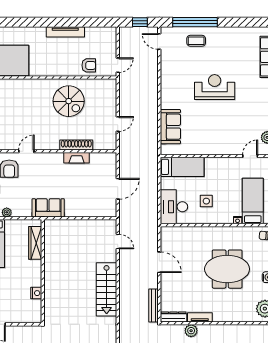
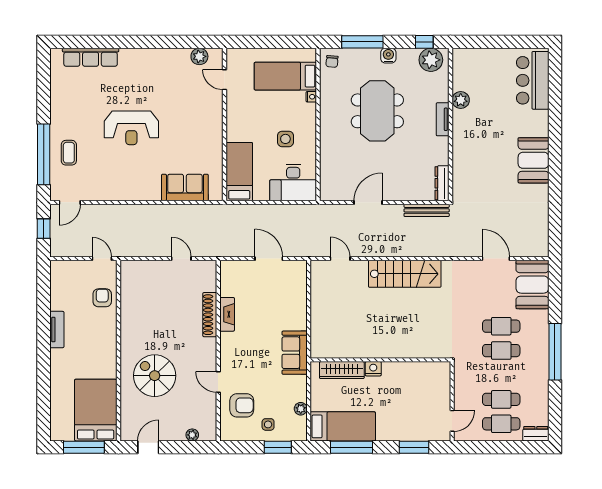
tv unit: (65, 32) -> (57, 330), width x0.71
reception desk: (215, 87) -> (131, 128), turned -90
spiral stairs: (69, 101) -> (155, 376), moved, turned -90
door: (118, 242) -> (340, 259), hinge flipped
nightstand: (36, 293) -> (373, 369), moved
tv unit: (200, 317) -> (443, 119), moved
plant: (191, 331) -> (461, 100), moved

